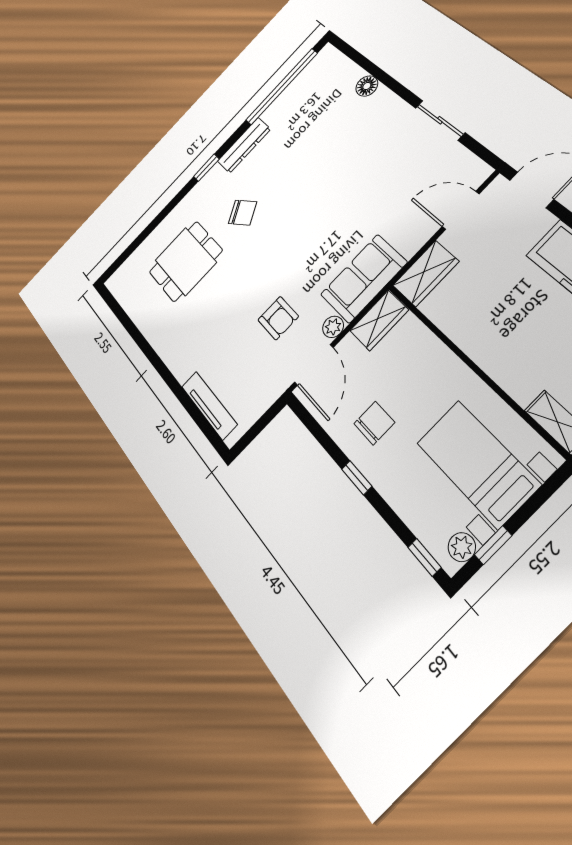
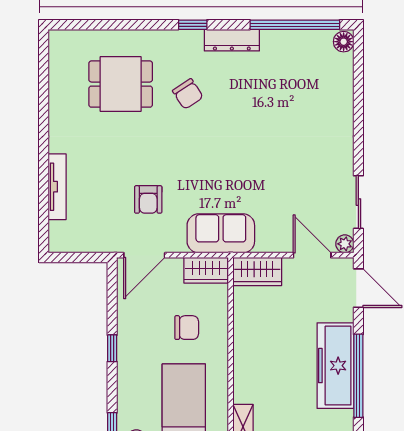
floor lamp: (367, 86) -> (344, 42), moved
sliding door: (440, 120) -> (358, 202), moved
plant: (333, 327) -> (345, 244), moved
tv unit: (209, 405) -> (57, 187), moved
chair: (374, 423) -> (187, 328), moved

